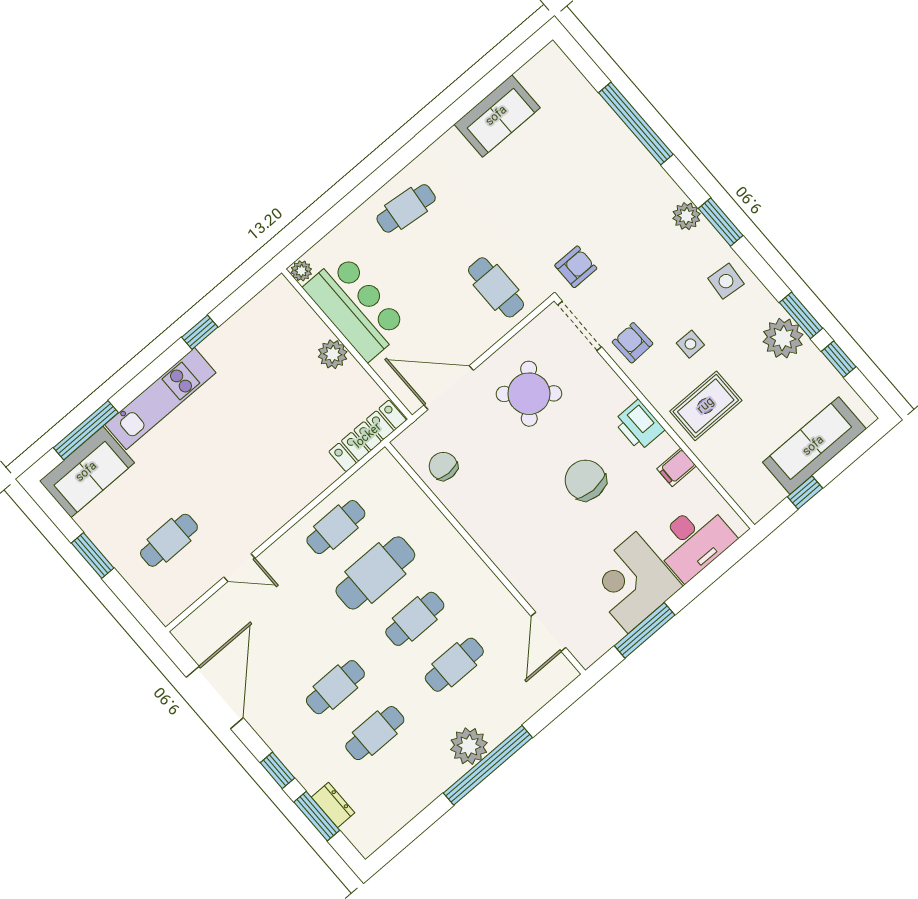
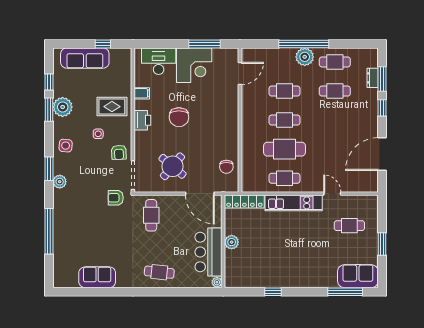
kitchen unit: (160, 399) -> (294, 203), moved, turned 180
cafe table: (335, 687) -> (335, 62), moved

